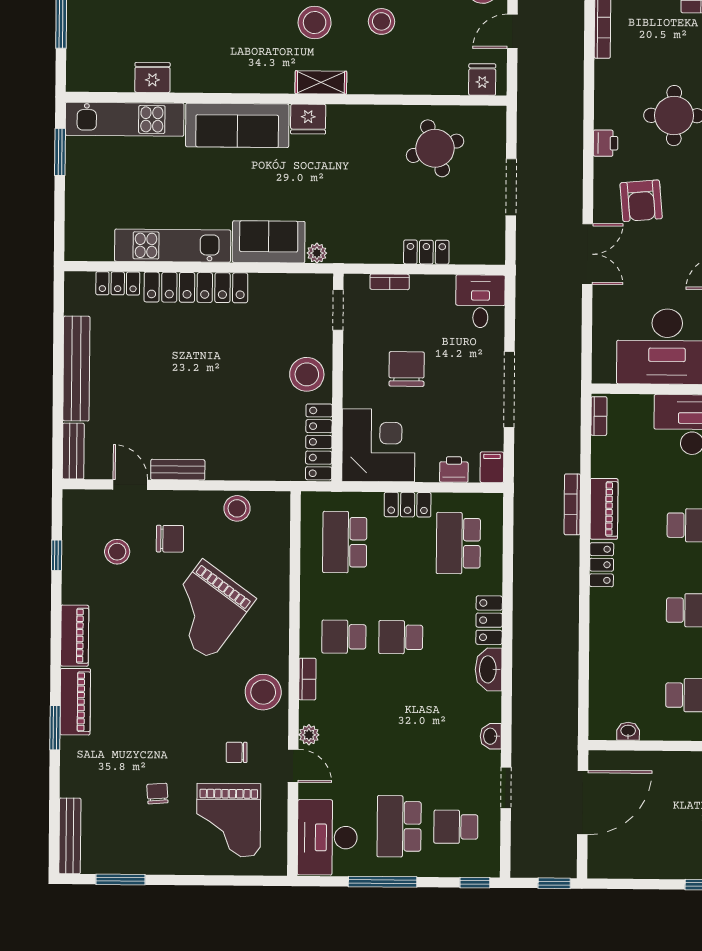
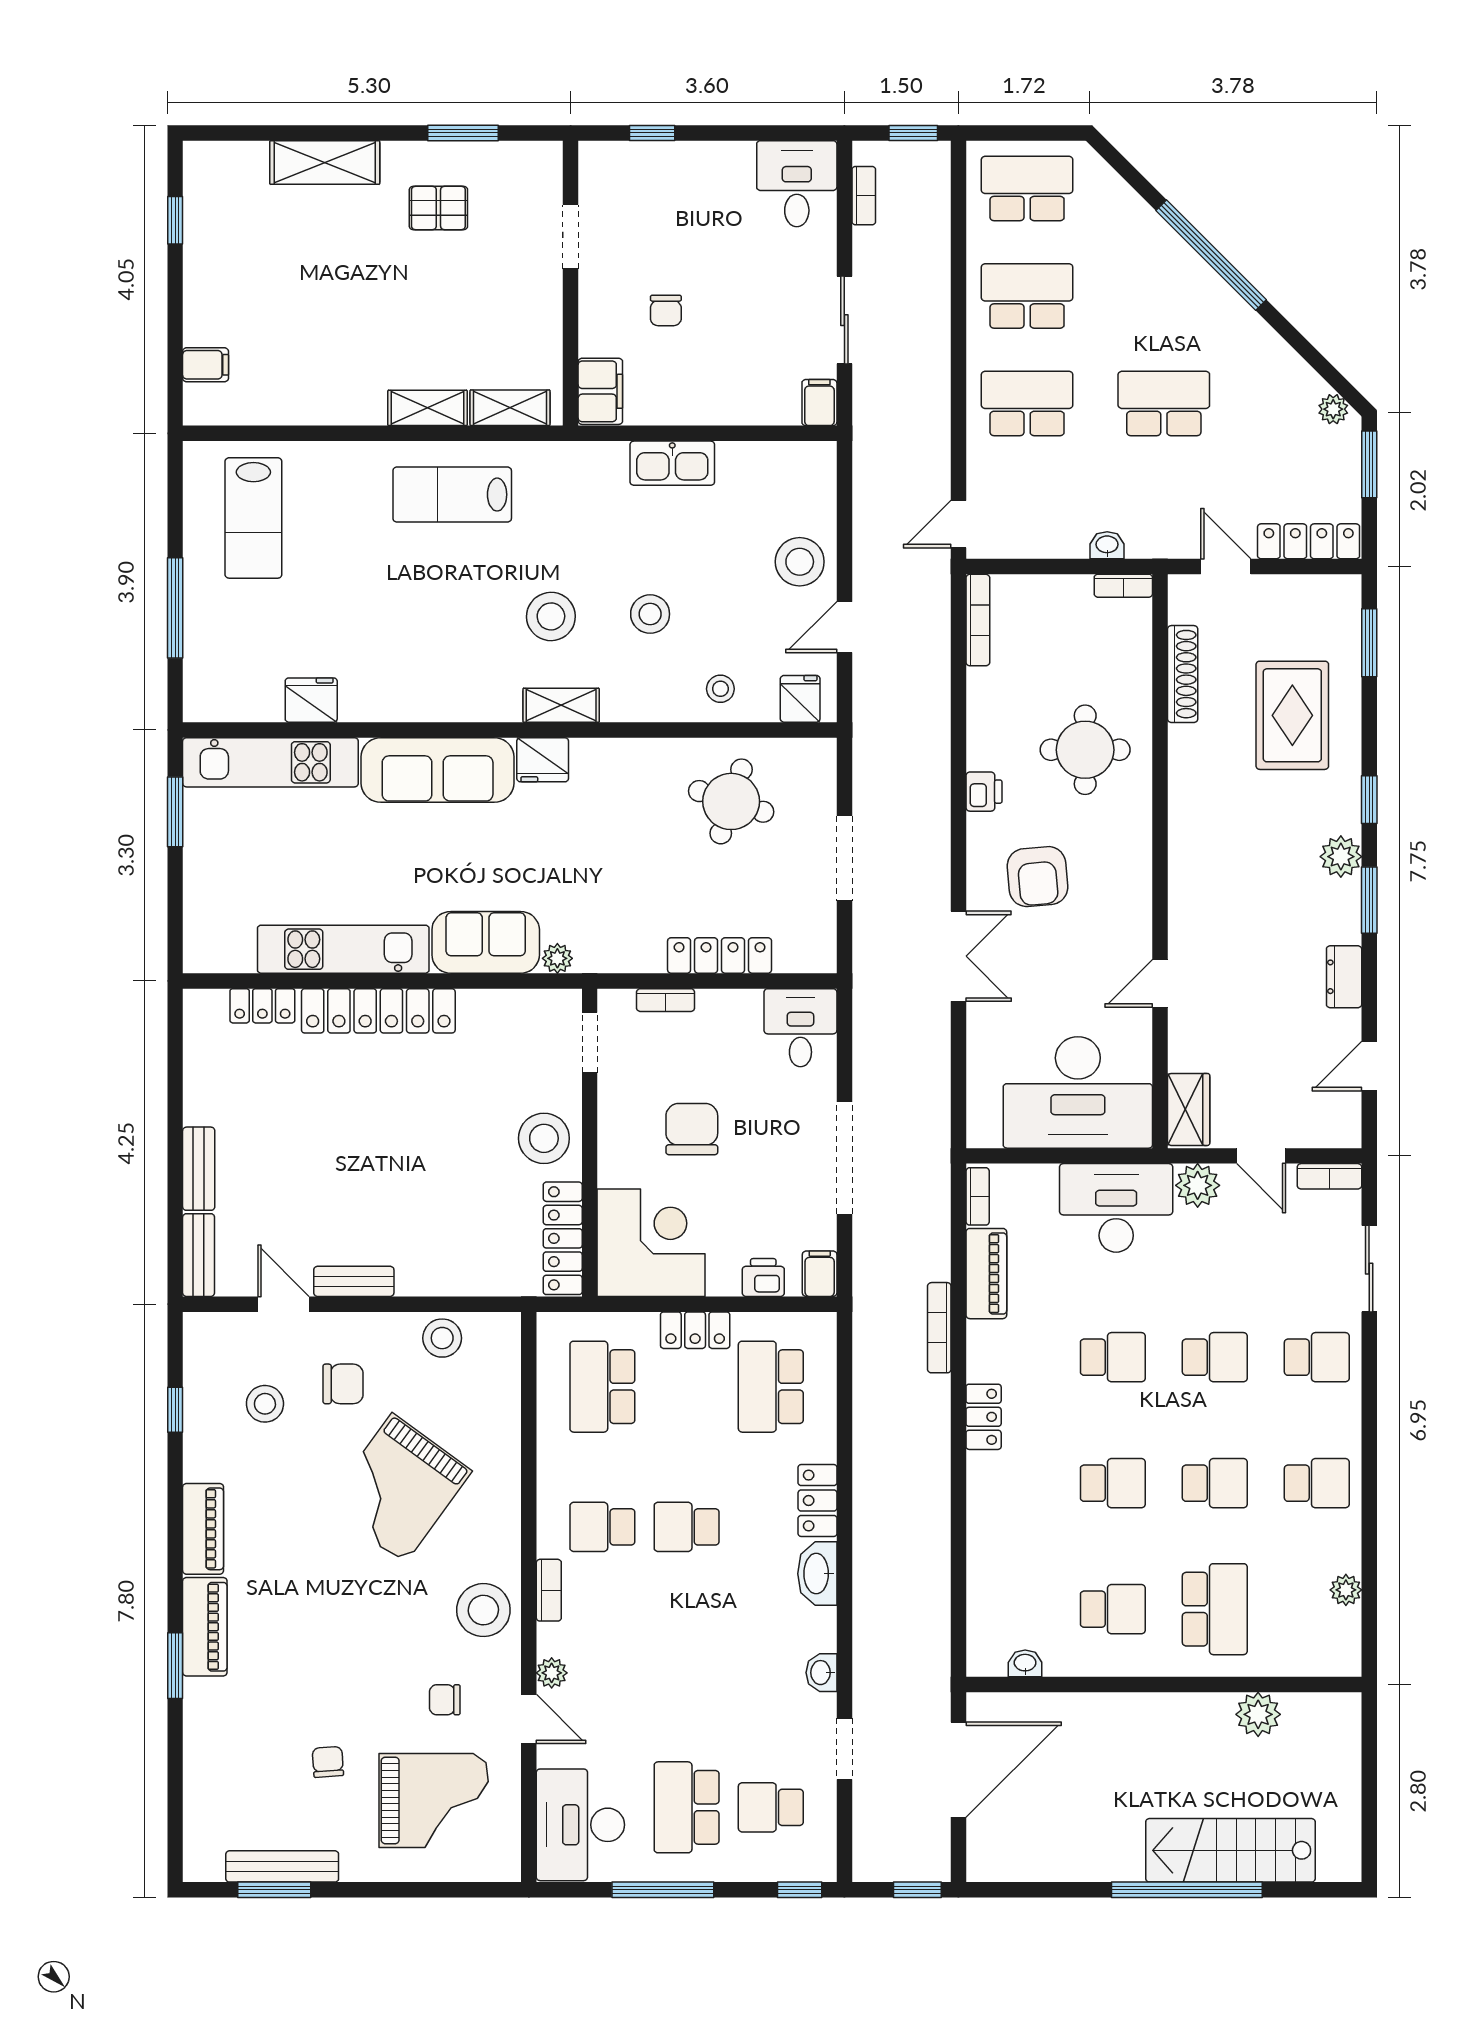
stool: (428, 72) -> (720, 689), added
round table: (435, 148) -> (731, 801), turned 37
locker: (426, 252) -> (720, 955), width x1.53
bench: (76, 369) -> (199, 1169), width x0.54, depth x0.82
piano: (604, 509) -> (986, 1274), moved
grand piano: (229, 820) -> (434, 1800), turned -90
bench: (70, 836) -> (282, 1866), moved, turned 90

